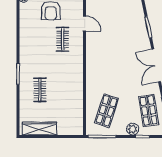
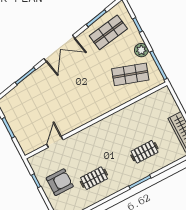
clothes rail: (63, 39) -> (94, 178), moved
plant: (133, 129) -> (141, 50), moved

